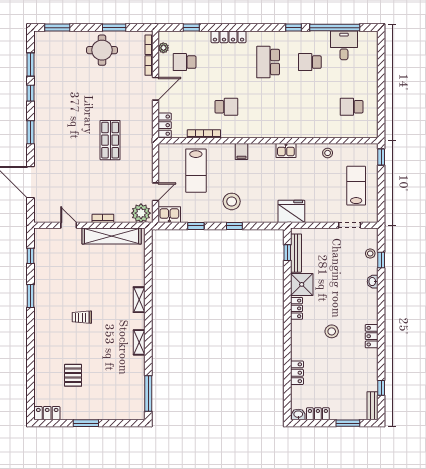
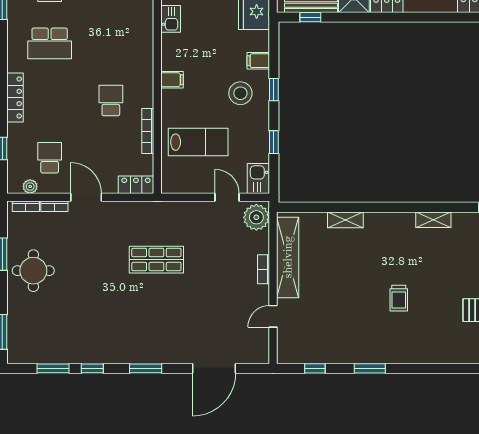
school desk: (185, 62) -> (50, 158), turned 180
filing cabinet: (255, 215) -> (258, 61), added
shelving: (139, 300) -> (345, 220), moved

